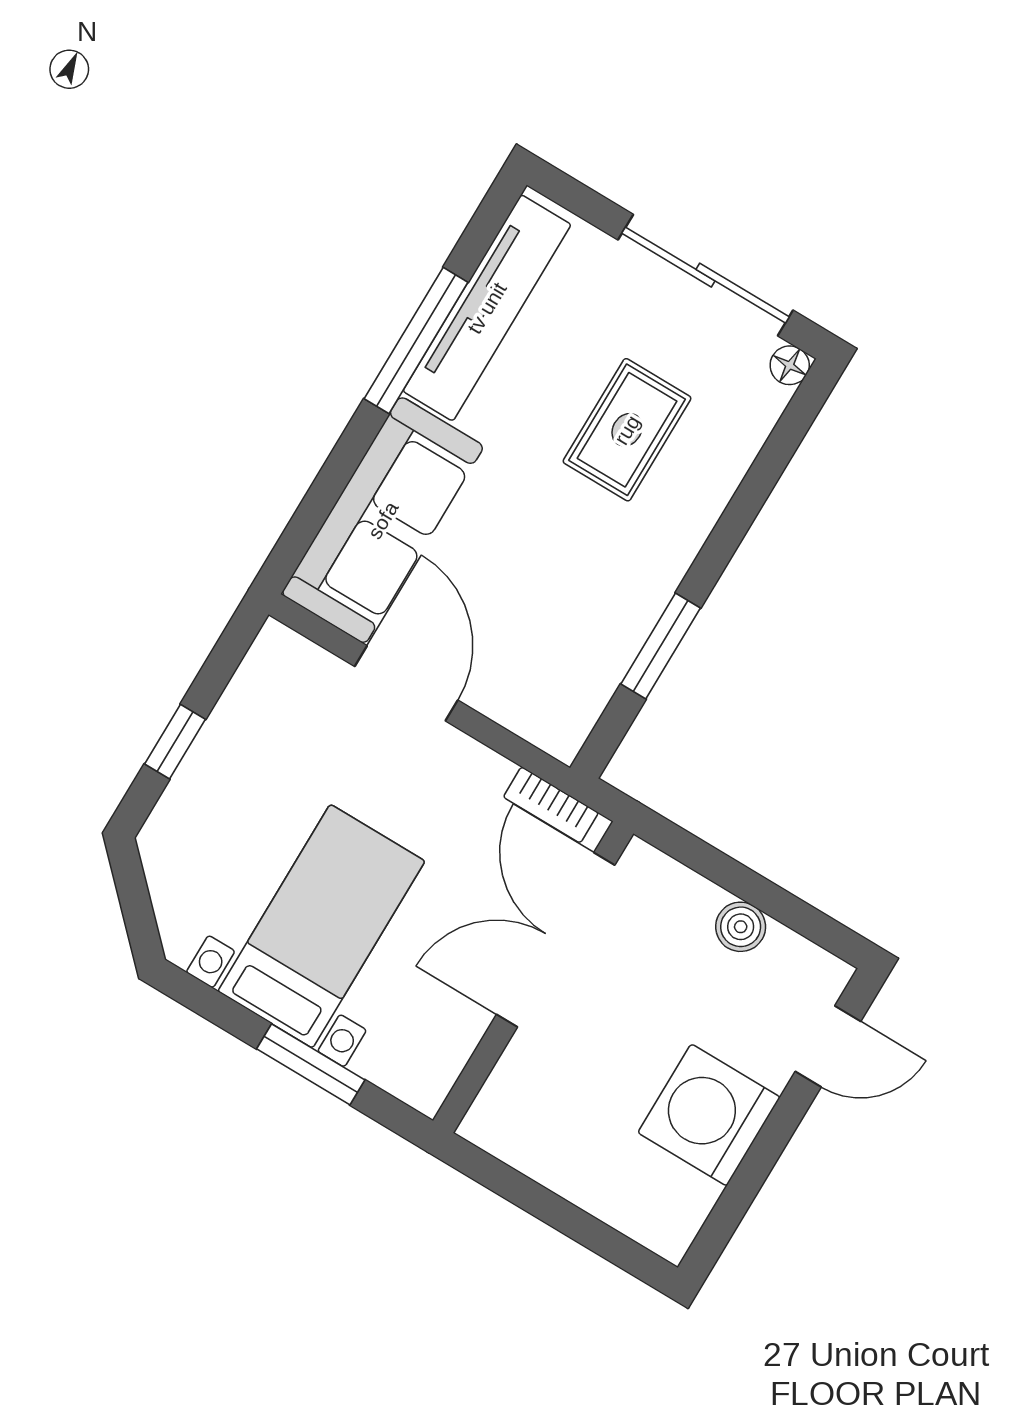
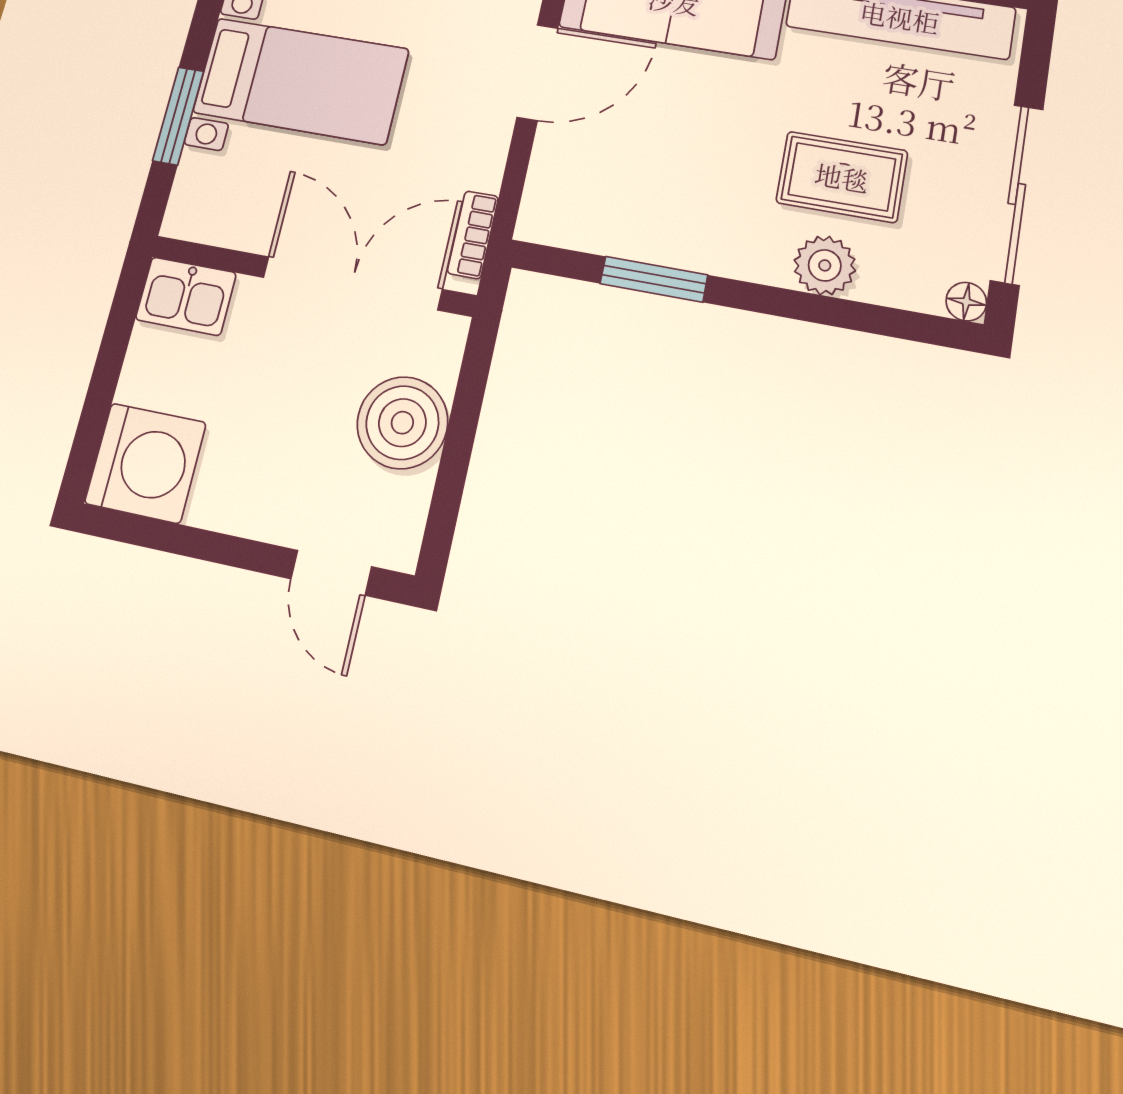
plant: (707, 481) -> (825, 265), added
boiler: (741, 927) -> (402, 423), width x1.86, depth x1.86
kitchen sink: (507, 1110) -> (186, 296), added
washing machine: (709, 1115) -> (145, 463), moved, turned 90

